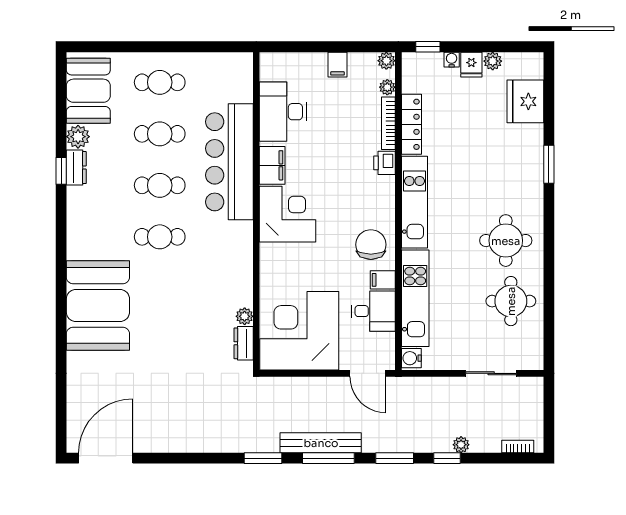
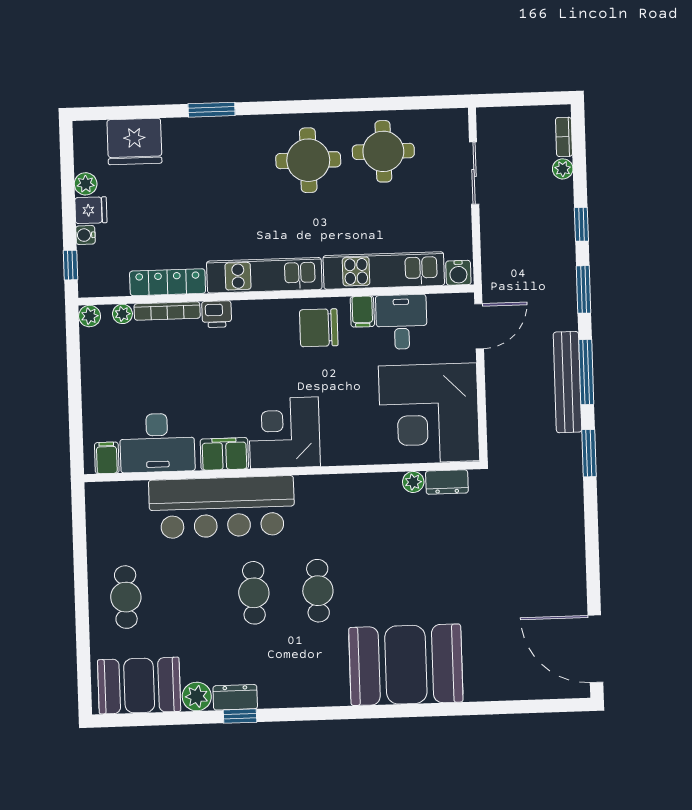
filing cabinet: (337, 65) -> (107, 458), moved, turned -90
cafe table: (160, 134) -> (190, 595), removed
plant: (461, 445) -> (563, 169), moved

